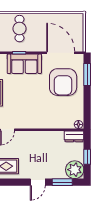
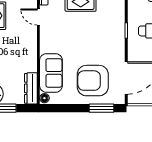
sofa: (24, 64) -> (51, 73), moved, turned 180
dresser: (74, 136) -> (31, 88), width x1.44

